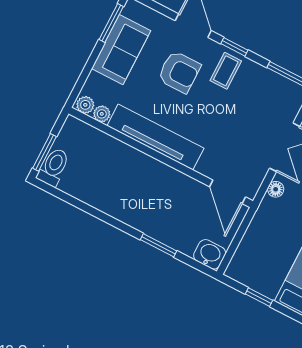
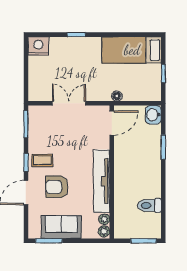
armchair: (179, 72) -> (57, 187), turned -90
toilet: (54, 167) -> (149, 205), moved
floor lamp: (276, 189) -> (117, 96), moved

